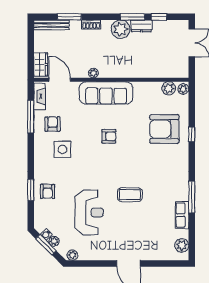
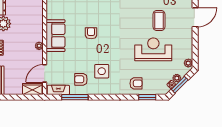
sofa: (106, 93) -> (56, 36), width x0.73
window: (31, 190) -> (147, 97), moved
coffee table: (130, 195) -> (159, 20), moved

